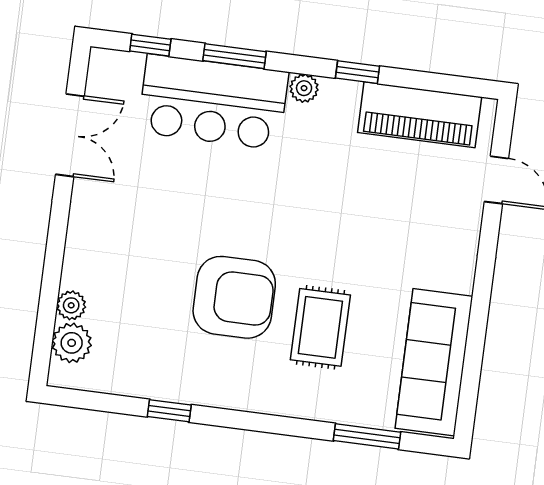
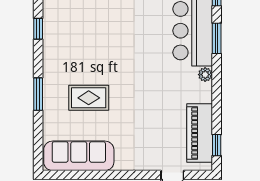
window: (358, 72) -> (217, 145), moved
armchair: (234, 297) -> (98, 54), removed
window: (367, 436) -> (38, 94), moved

